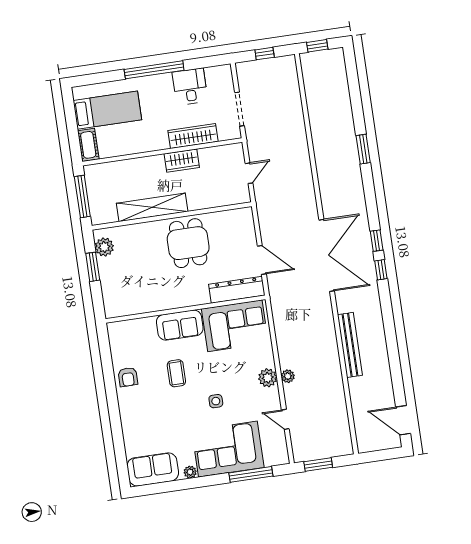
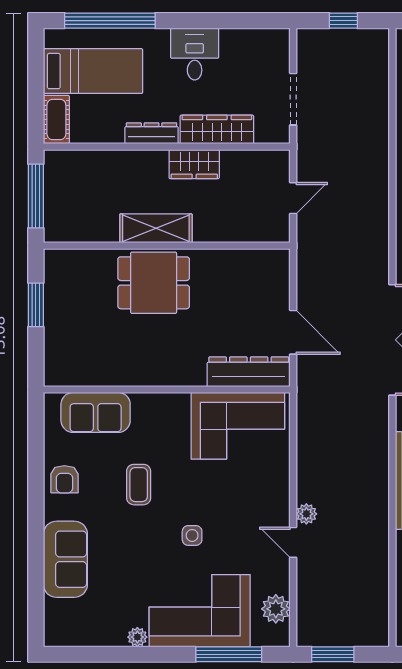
window: (154, 70) -> (110, 21), moved
desk: (190, 87) -> (195, 54), moved
dresser: (151, 145) -> (152, 133), added
shelving: (152, 207) -> (156, 228), width x0.68
dining table: (188, 243) -> (154, 283), moved, turned 90
plant: (104, 247) -> (58, 277), removed
sofa: (180, 325) -> (96, 412), moved
plant: (268, 378) -> (276, 609), moved
door: (285, 419) -> (293, 542), moved
sofa: (153, 469) -> (65, 559), moved, turned 90

